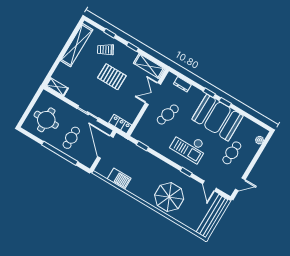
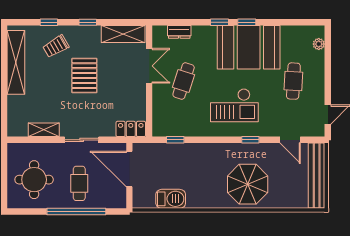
pallet: (112, 77) -> (84, 76), turned 90
shelving: (57, 87) -> (44, 130), moved
double door: (153, 94) -> (149, 66), swing flipped

